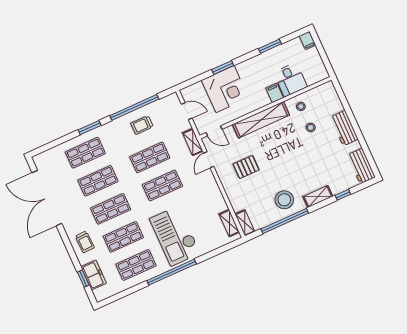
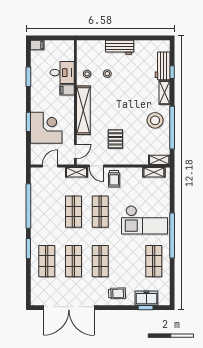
trolley: (142, 125) -> (114, 179), moved
workbench: (361, 166) -> (163, 66), moved, turned 90
shop shelf: (123, 237) -> (127, 261), removed

